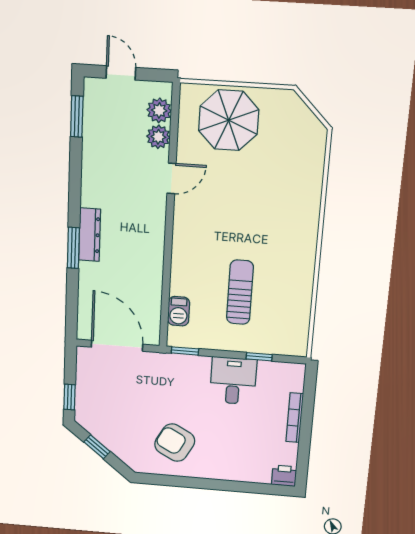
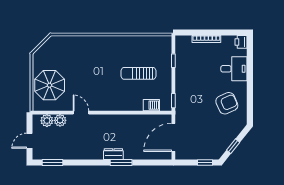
dresser: (90, 235) -> (113, 154), width x0.70
desk: (233, 381) -> (234, 69), moved, turned 180
armchair: (175, 443) -> (227, 103), turned -142

